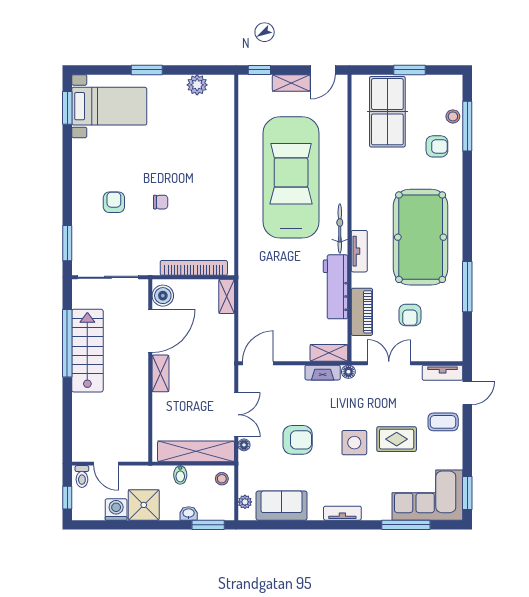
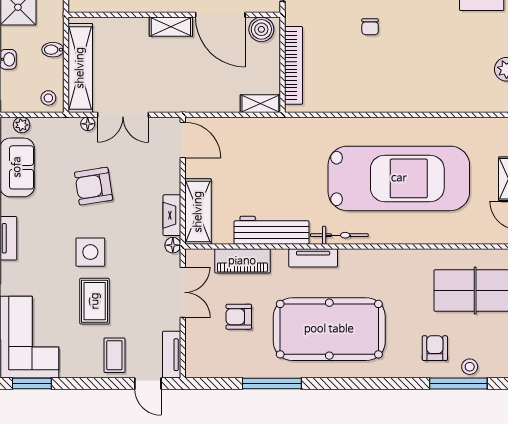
armchair: (437, 146) -> (435, 348), turned 180
shelving: (329, 353) -> (198, 212), width x1.50, depth x1.33
armchair: (298, 440) -> (94, 186), turned 81

